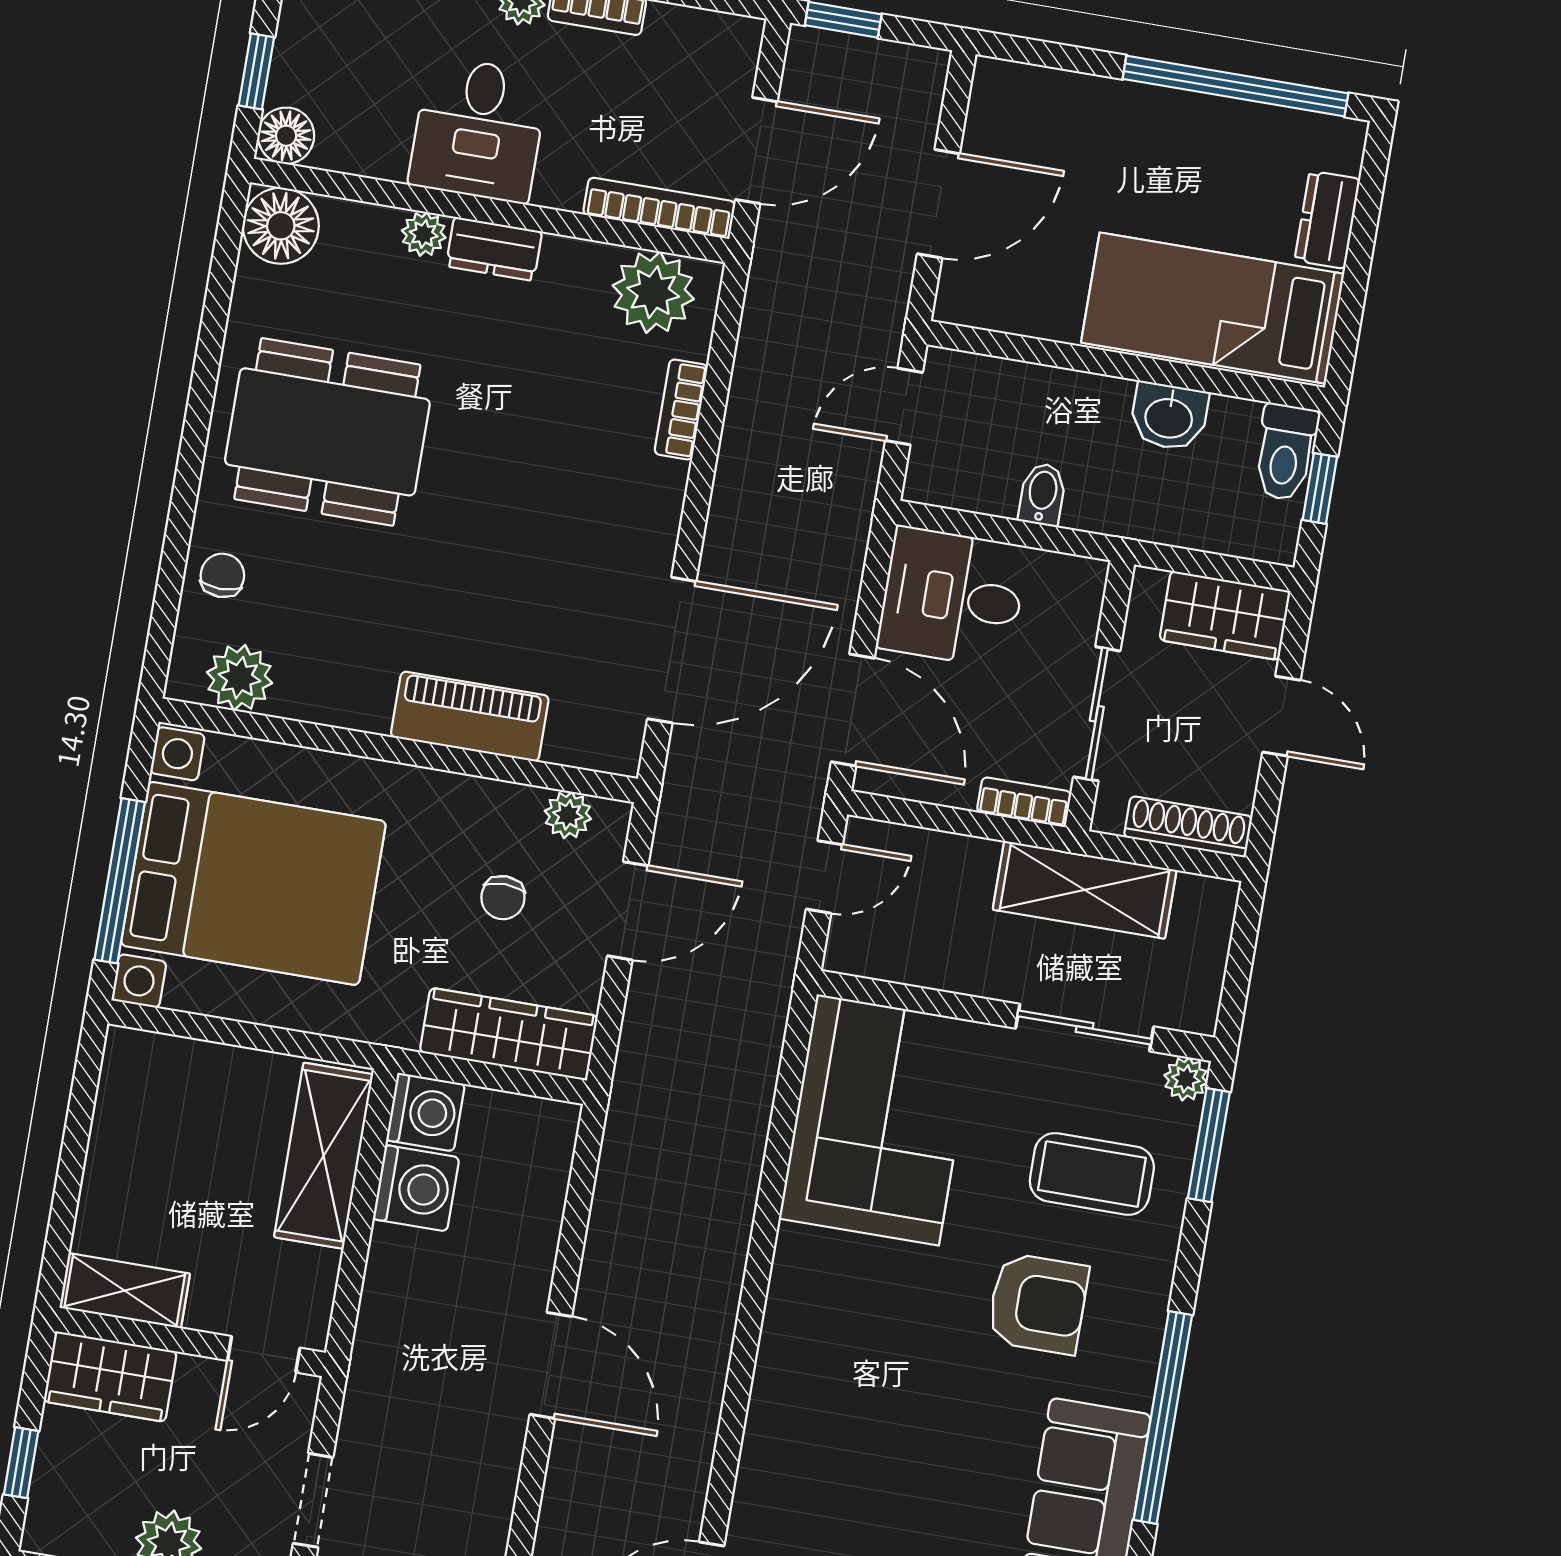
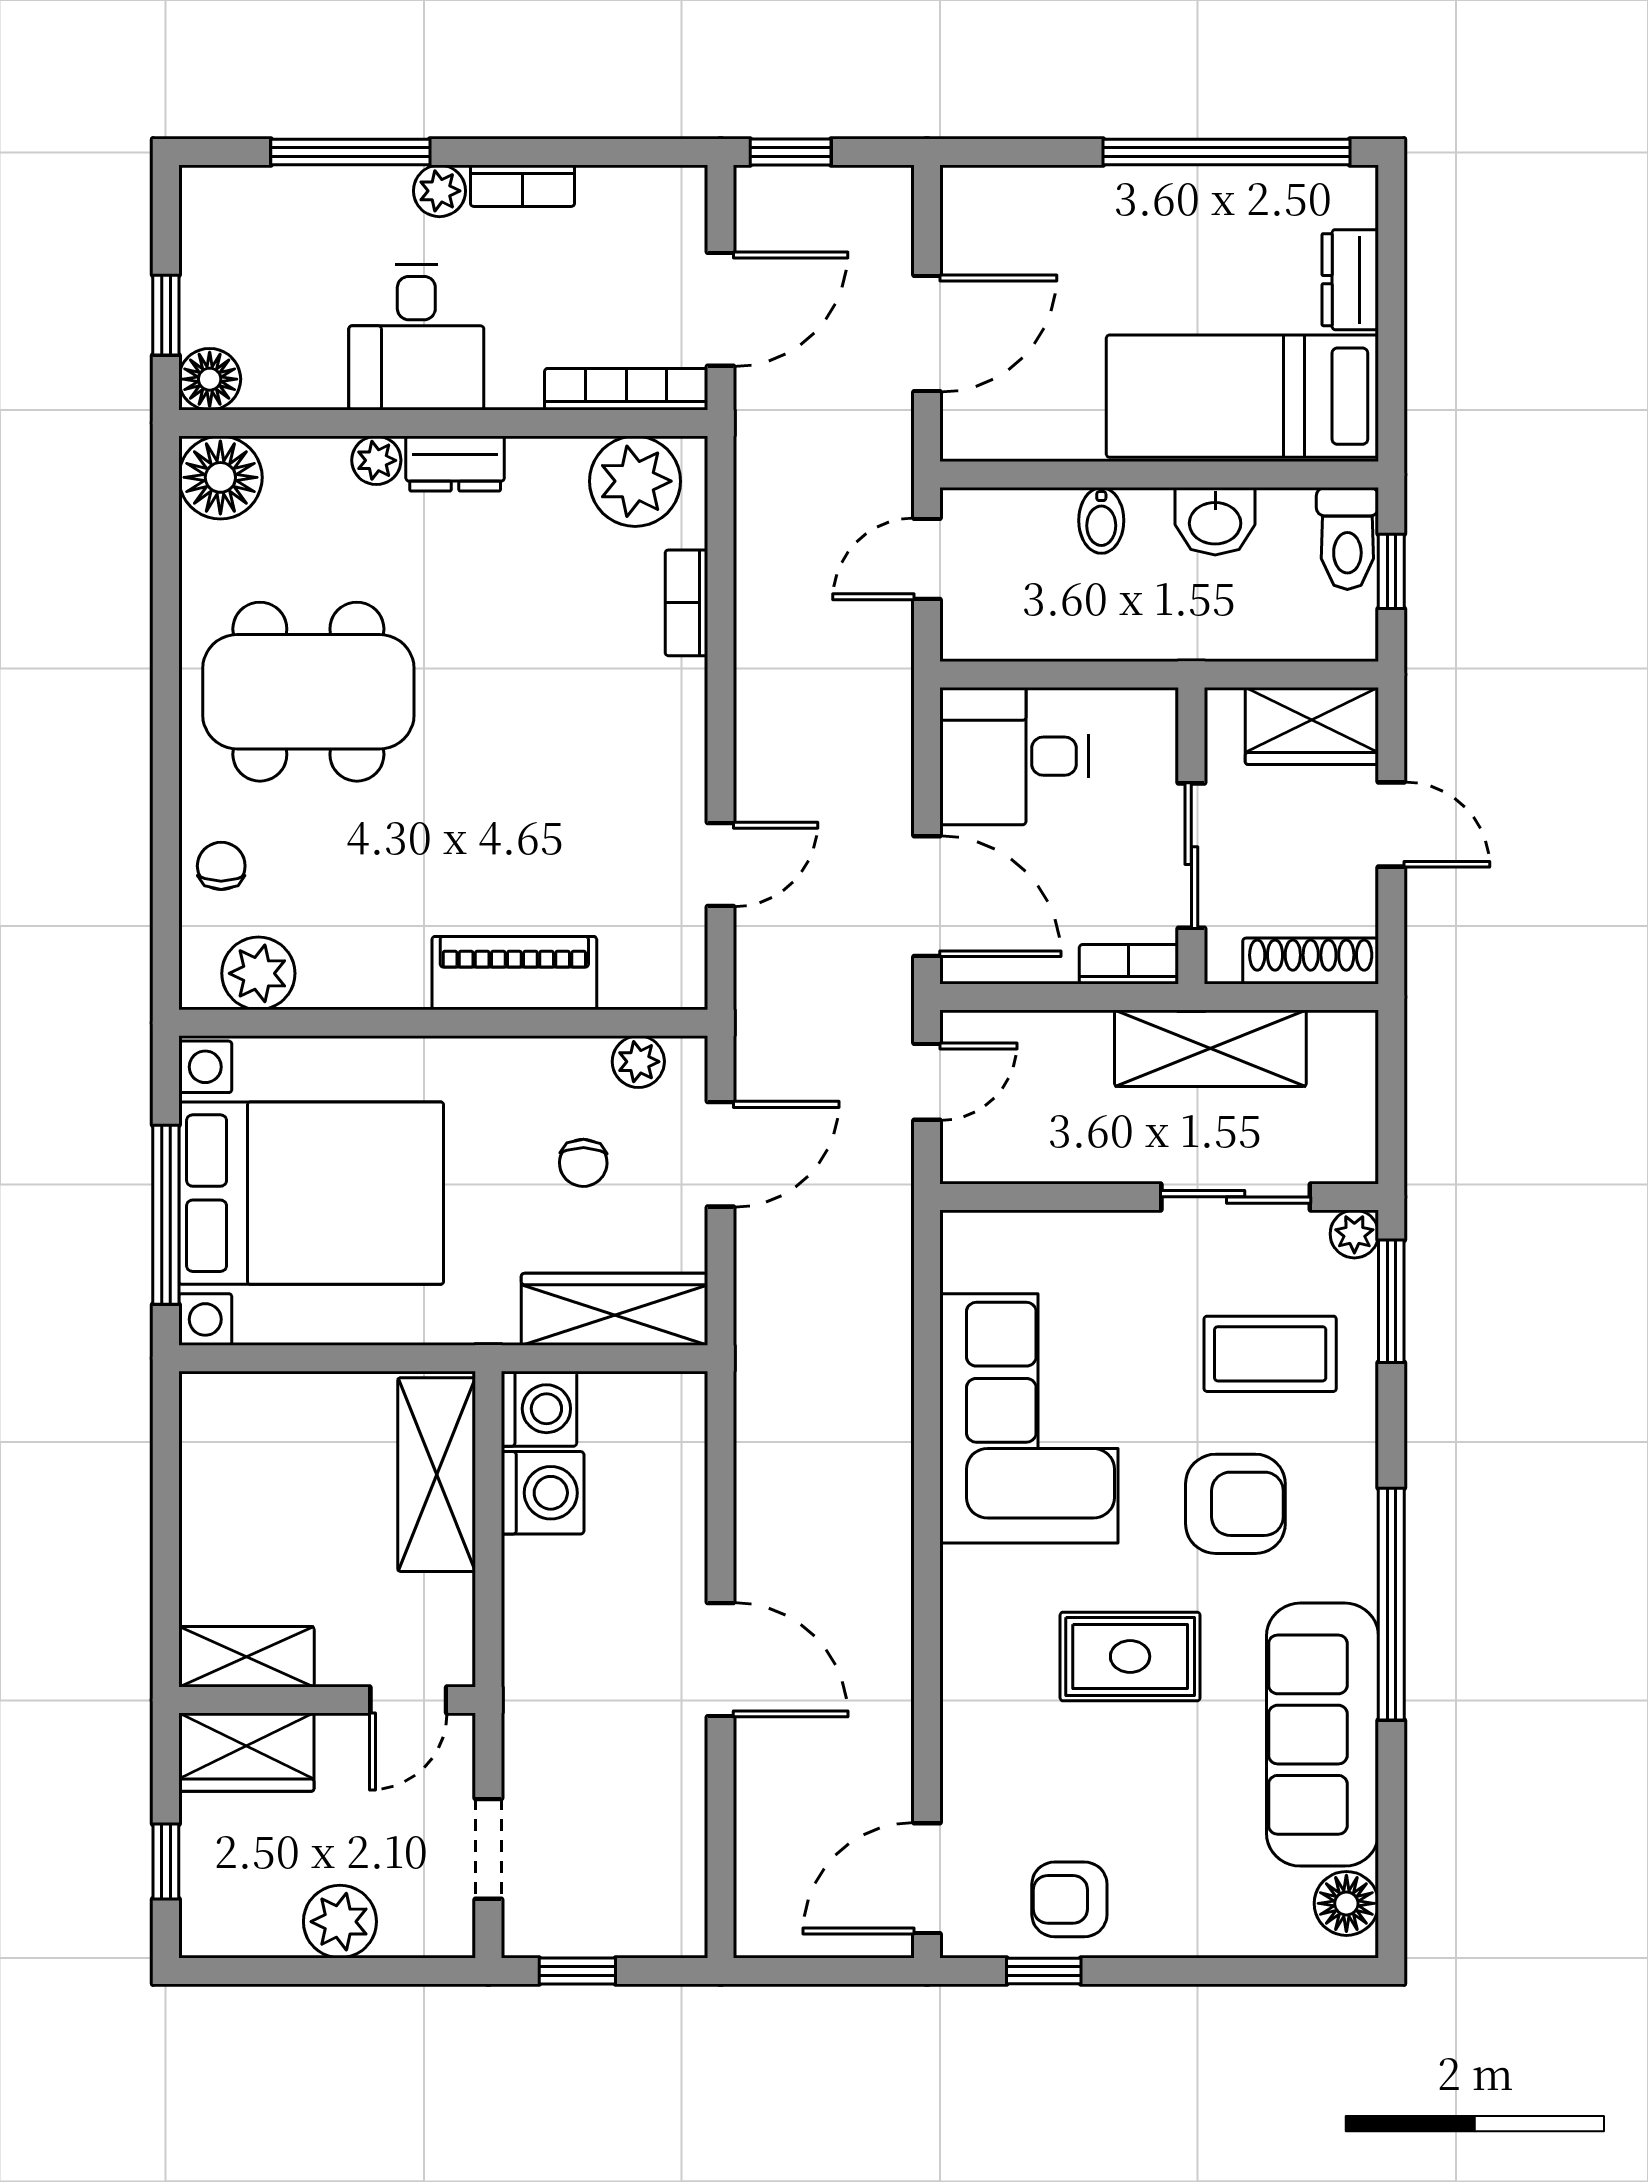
bidet: (1042, 494) -> (1101, 520), moved, turned 180
door: (672, 650) -> (721, 864), width x0.53
corner sofa: (878, 1120) -> (1029, 1418), moved
rug: (920, 1425) -> (1130, 1656), added

